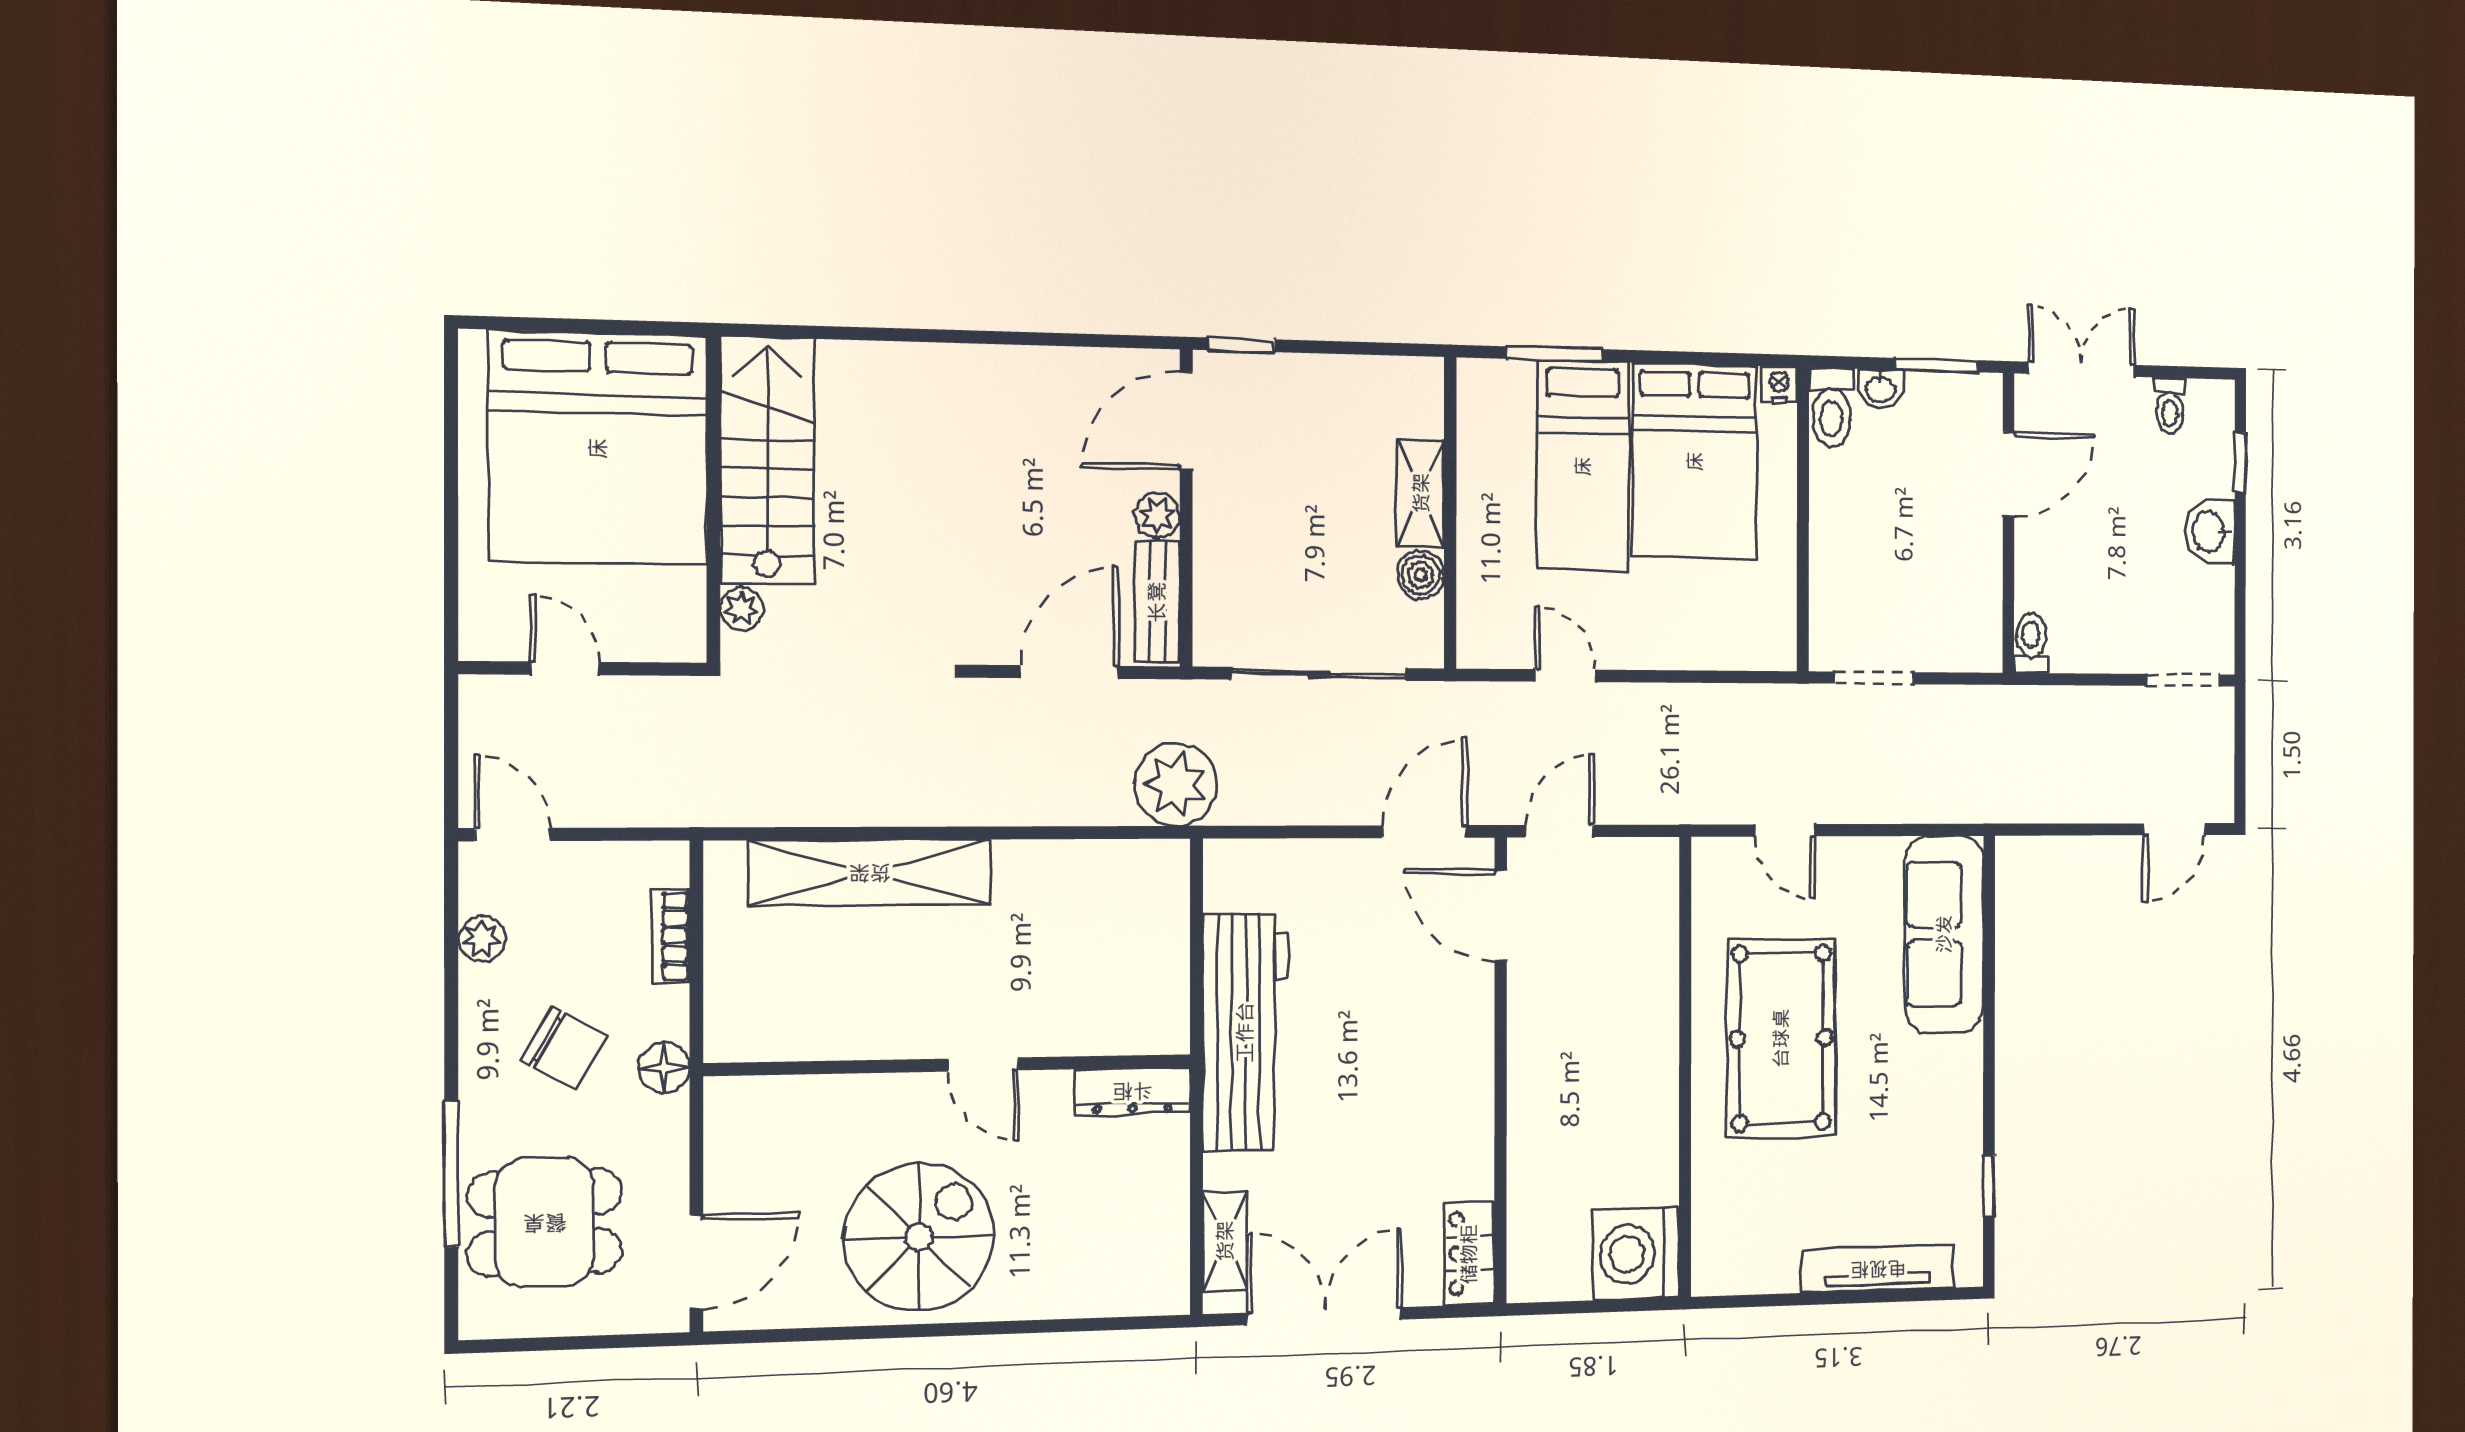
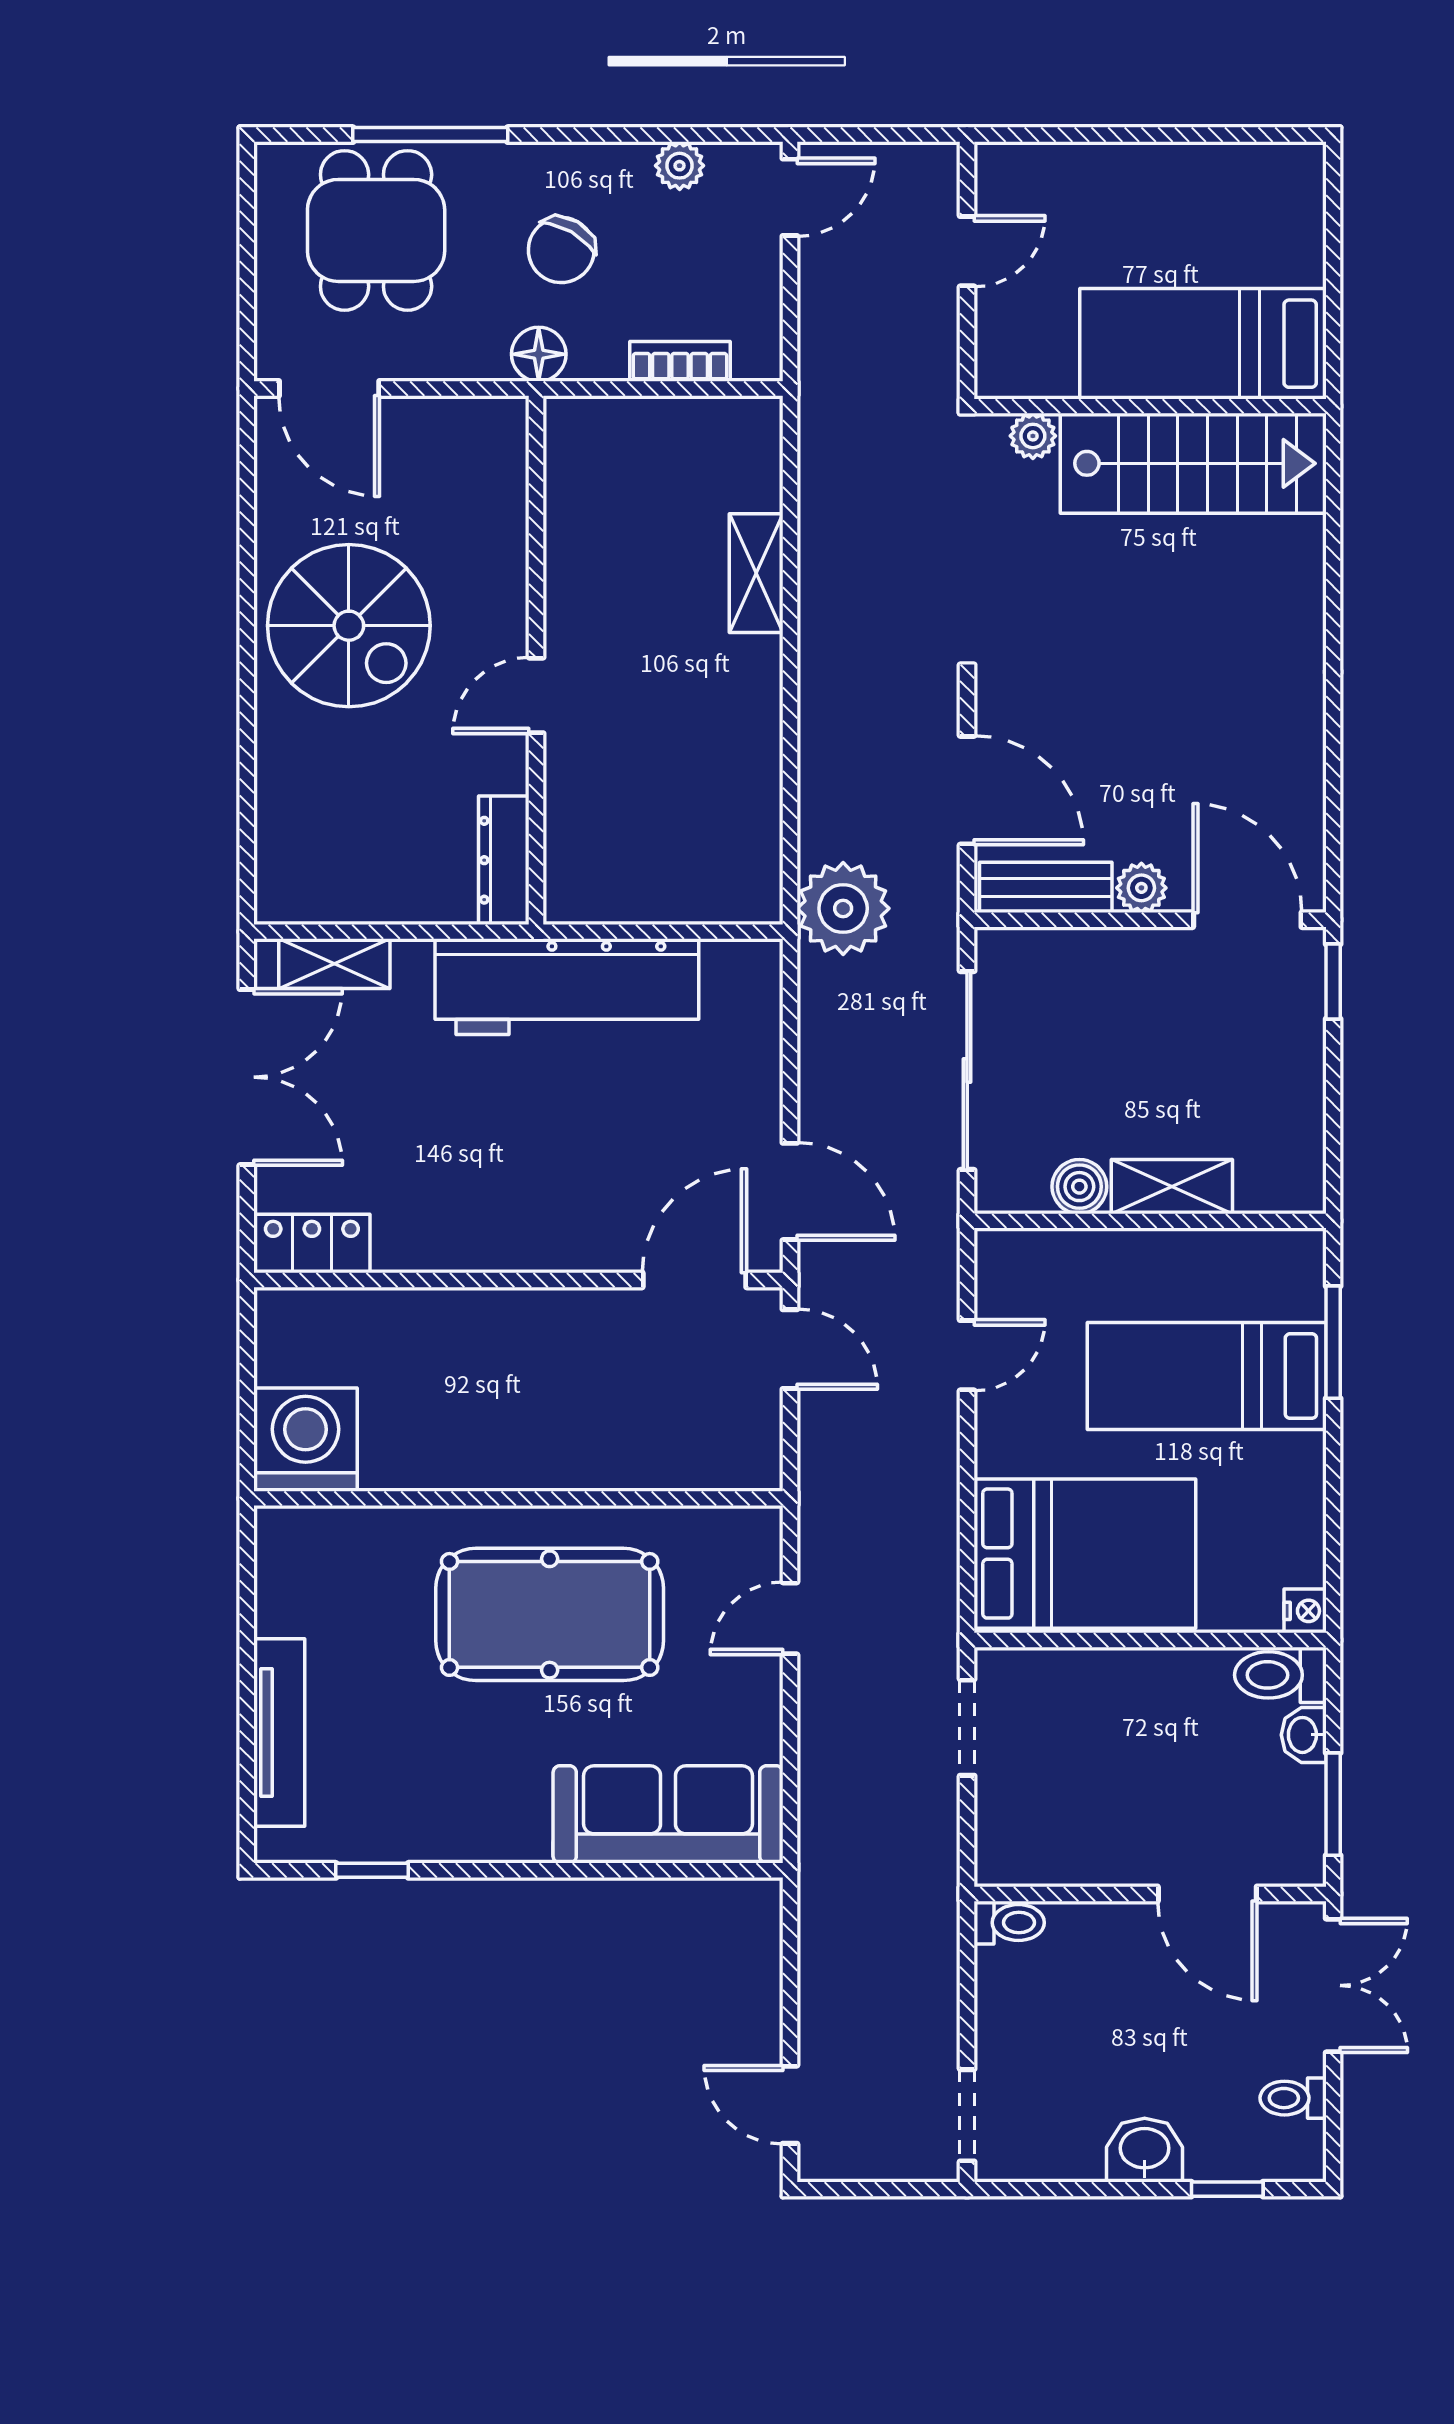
bed: (598, 448) -> (1203, 344), width x0.49
bed: (1695, 461) -> (1085, 1554), moved, turned 180
shelving: (870, 873) -> (756, 573), width x0.45, depth x0.75

